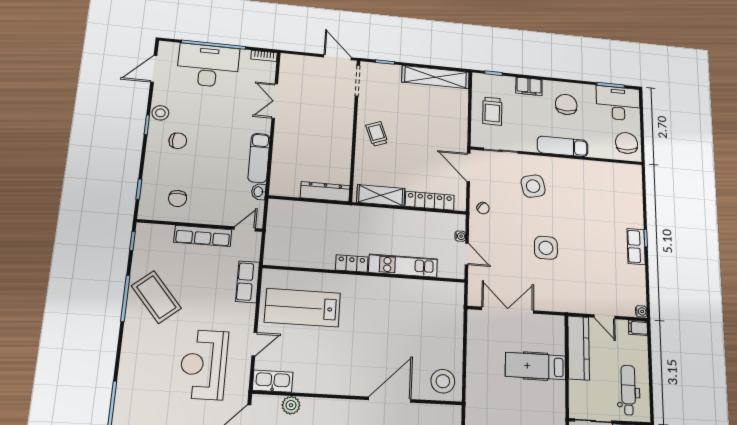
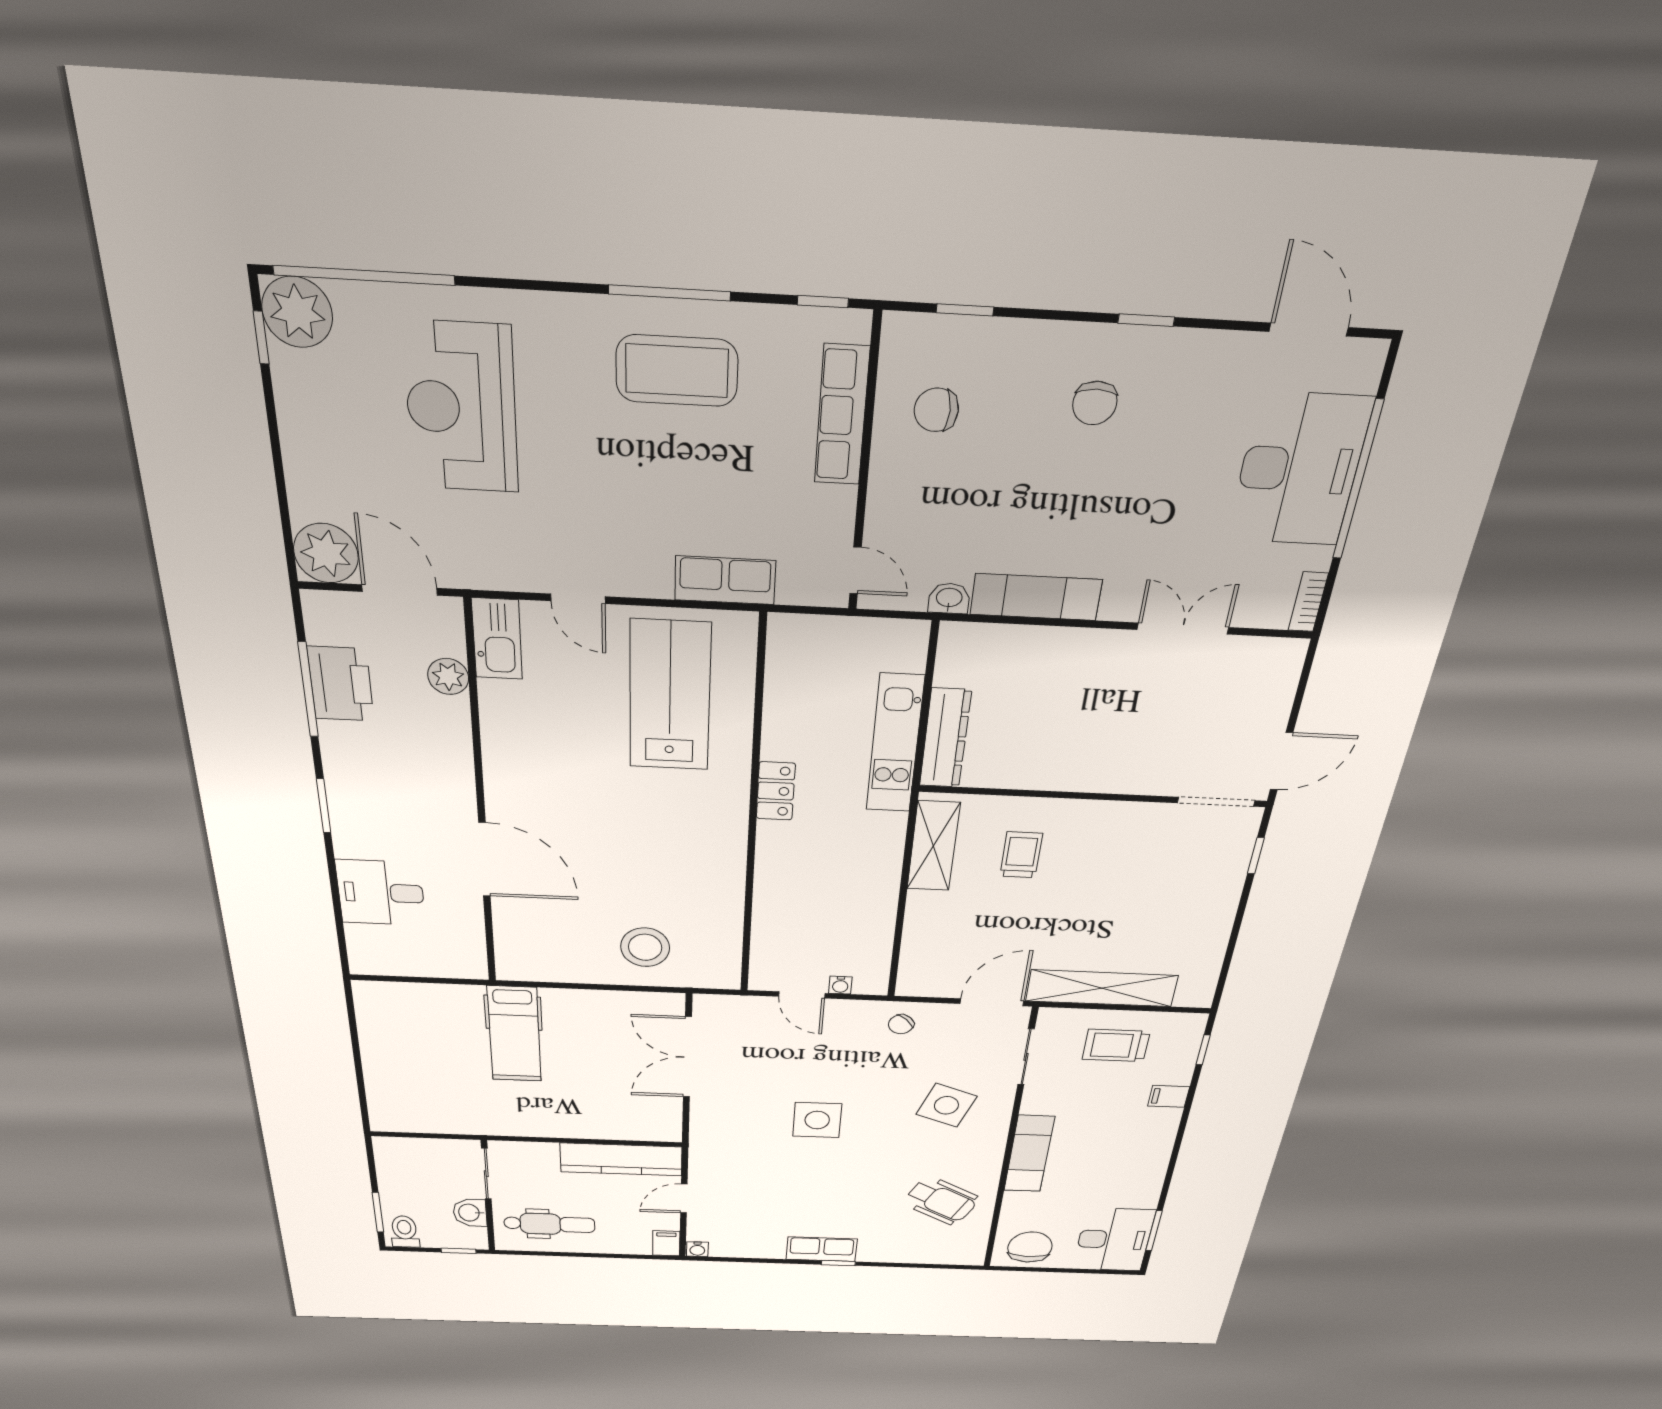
shelving: (436, 77) -> (1102, 988), moved, turned 90
filing cabinet: (529, 86) -> (1169, 1096), width x0.50
chair: (566, 104) -> (1119, 1163), removed
stool: (160, 113) -> (1177, 354), removed
trolley: (377, 134) -> (1021, 855), moved, turned -69
chair: (627, 143) -> (1030, 1247), turned -84
side table: (533, 186) -> (946, 1105), turned 33
wheelchair: (597, 187) -> (941, 1201), added
locker: (430, 201) -> (919, 934), removed
row of seats: (203, 236) -> (842, 415), moved
door: (467, 254) -> (802, 995), hinge flipped
kitchen unit: (403, 266) -> (895, 744), moved, turned 180
coffee table: (156, 297) -> (677, 371), turned 40
double door: (508, 310) -> (687, 1057), swing flipped
reception desk: (204, 365) -> (461, 408), moved, turned -90
hospital bed: (535, 366) -> (514, 1034), moved, turned 180
stool: (443, 381) -> (645, 947), moved

